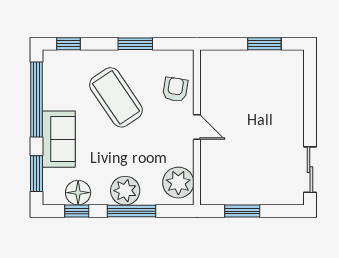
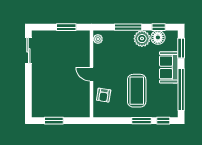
window: (135, 44) -> (142, 121), moved
coffee table: (116, 97) -> (137, 91), turned 34
plant: (178, 183) -> (98, 39), width x0.53, depth x0.53
plant: (125, 191) -> (142, 39), moved

